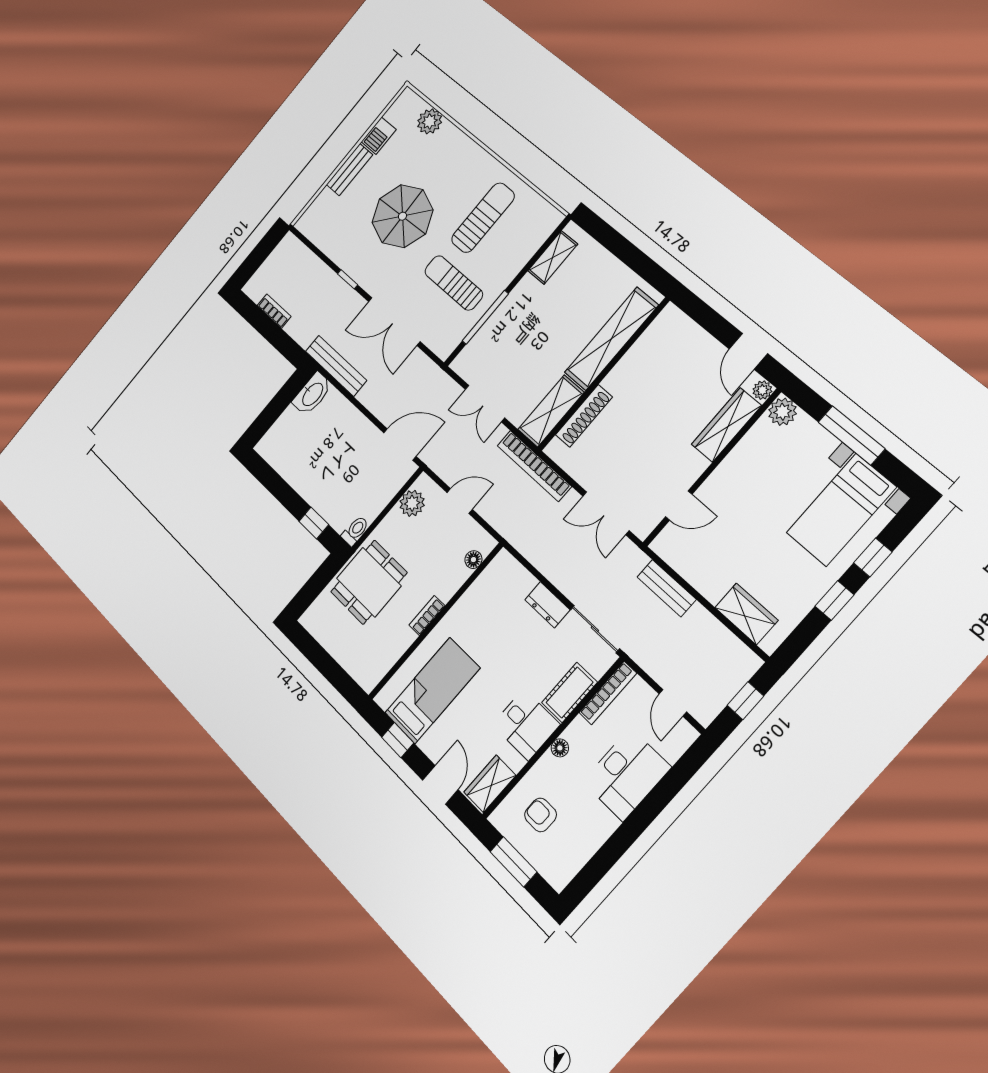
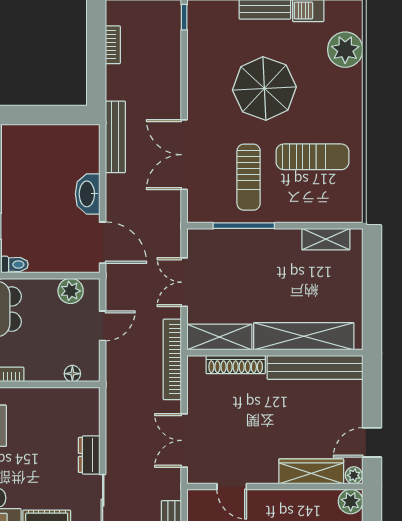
plant: (430, 121) -> (345, 50), width x1.36, depth x1.36
window: (348, 279) -> (184, 17), moved
sun lounger: (454, 283) -> (249, 177), turned 180
bench: (644, 350) -> (315, 367), added
washbasin: (312, 394) -> (88, 194), moved, turned 90
door: (460, 501) -> (103, 326), hinge flipped

